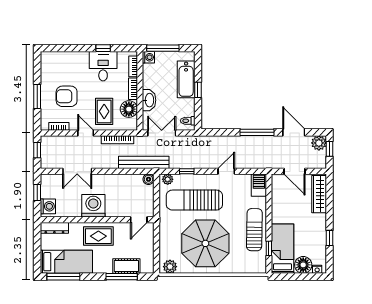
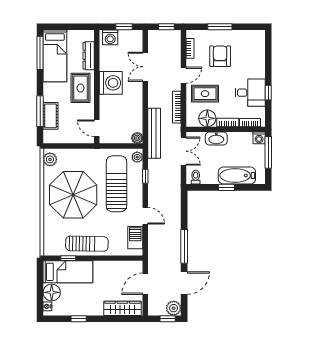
barbecue: (259, 185) -> (135, 238), moved, turned -90
dresser: (54, 228) -> (89, 56), moved

